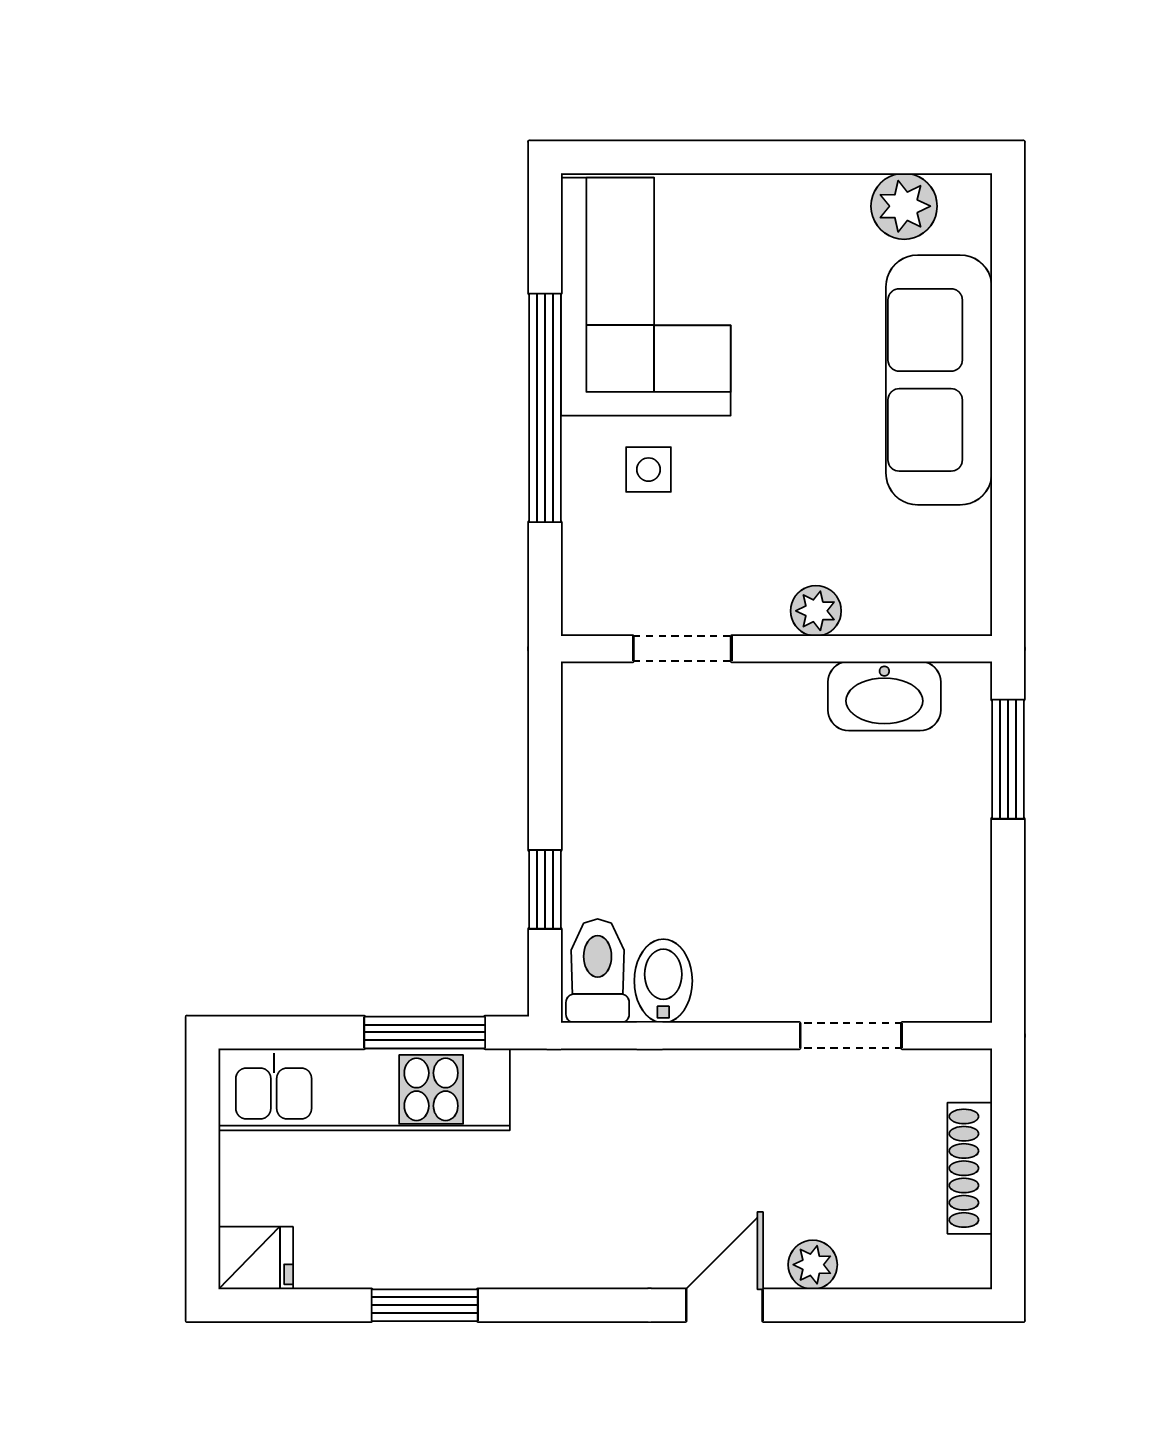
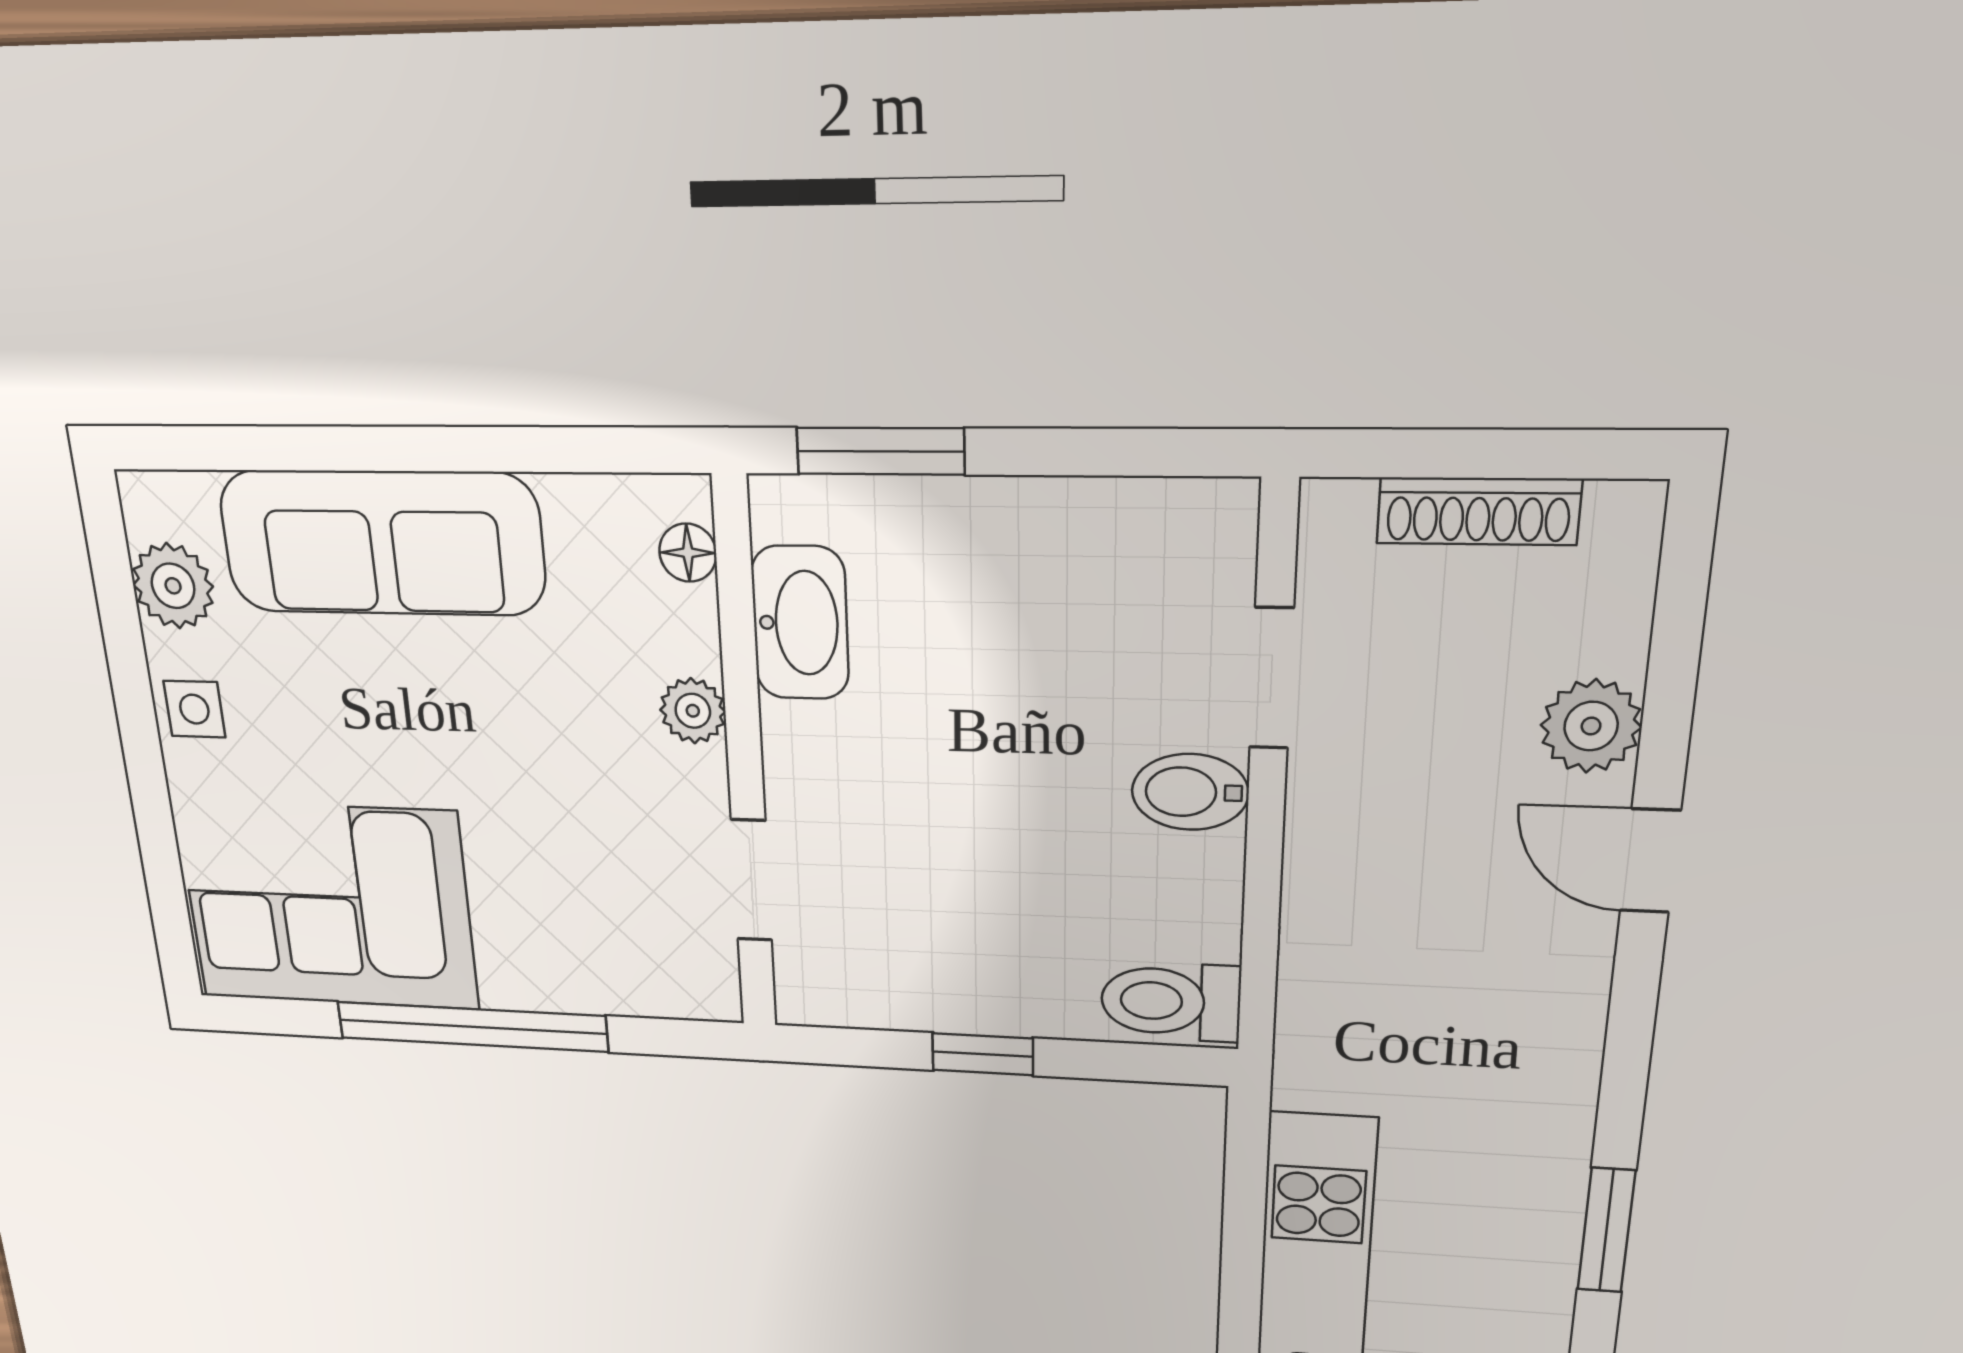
side table: (648, 470) -> (194, 709), moved
floor lamp: (935, 615) -> (688, 553), added
window: (545, 889) -> (983, 1054), moved
bidet: (663, 981) -> (1190, 792), moved
window: (425, 1032) -> (1244, 1207), removed
plant: (813, 1265) -> (1591, 726), width x1.38, depth x1.38

